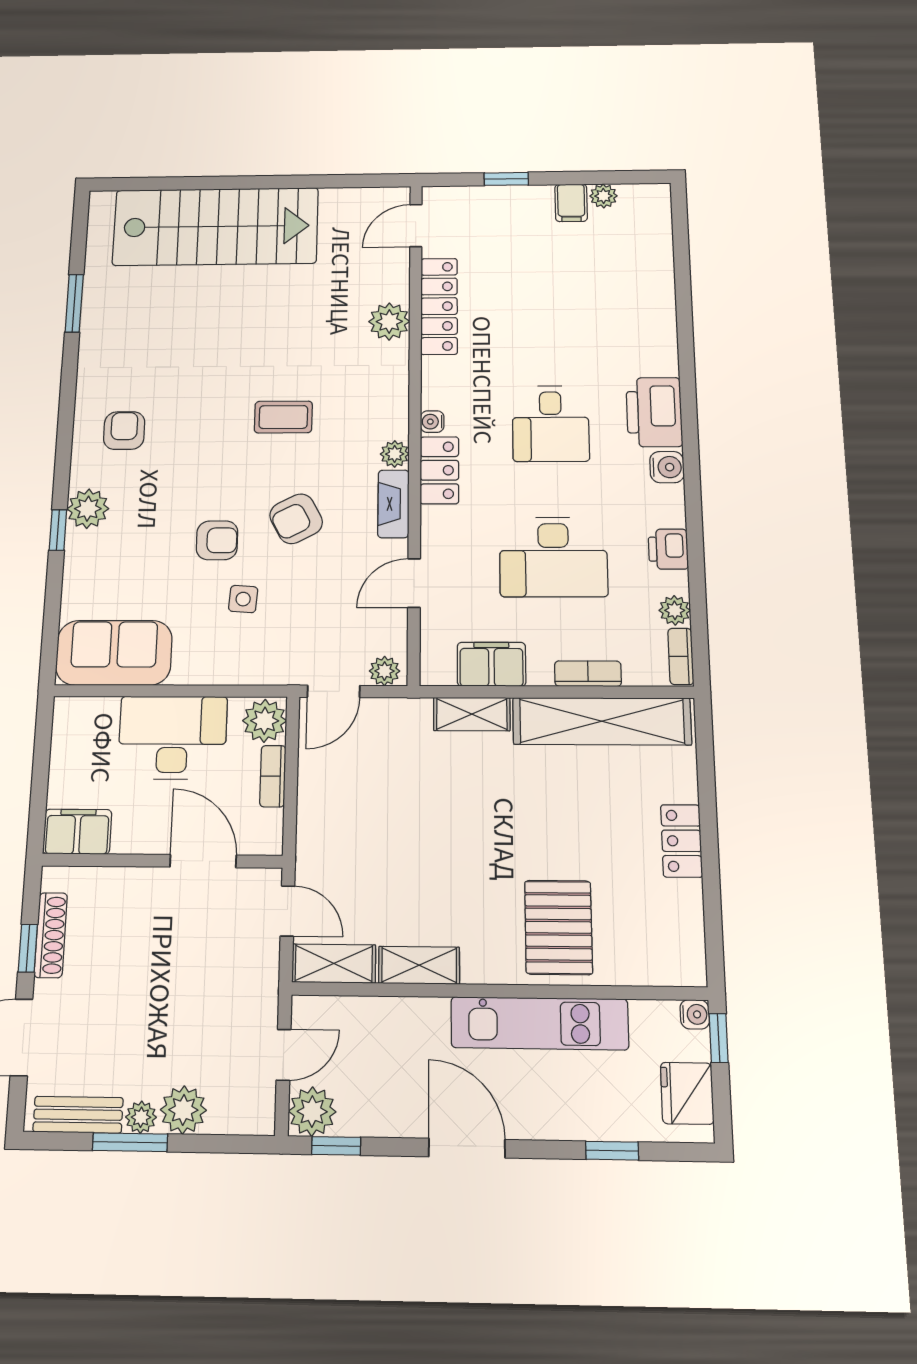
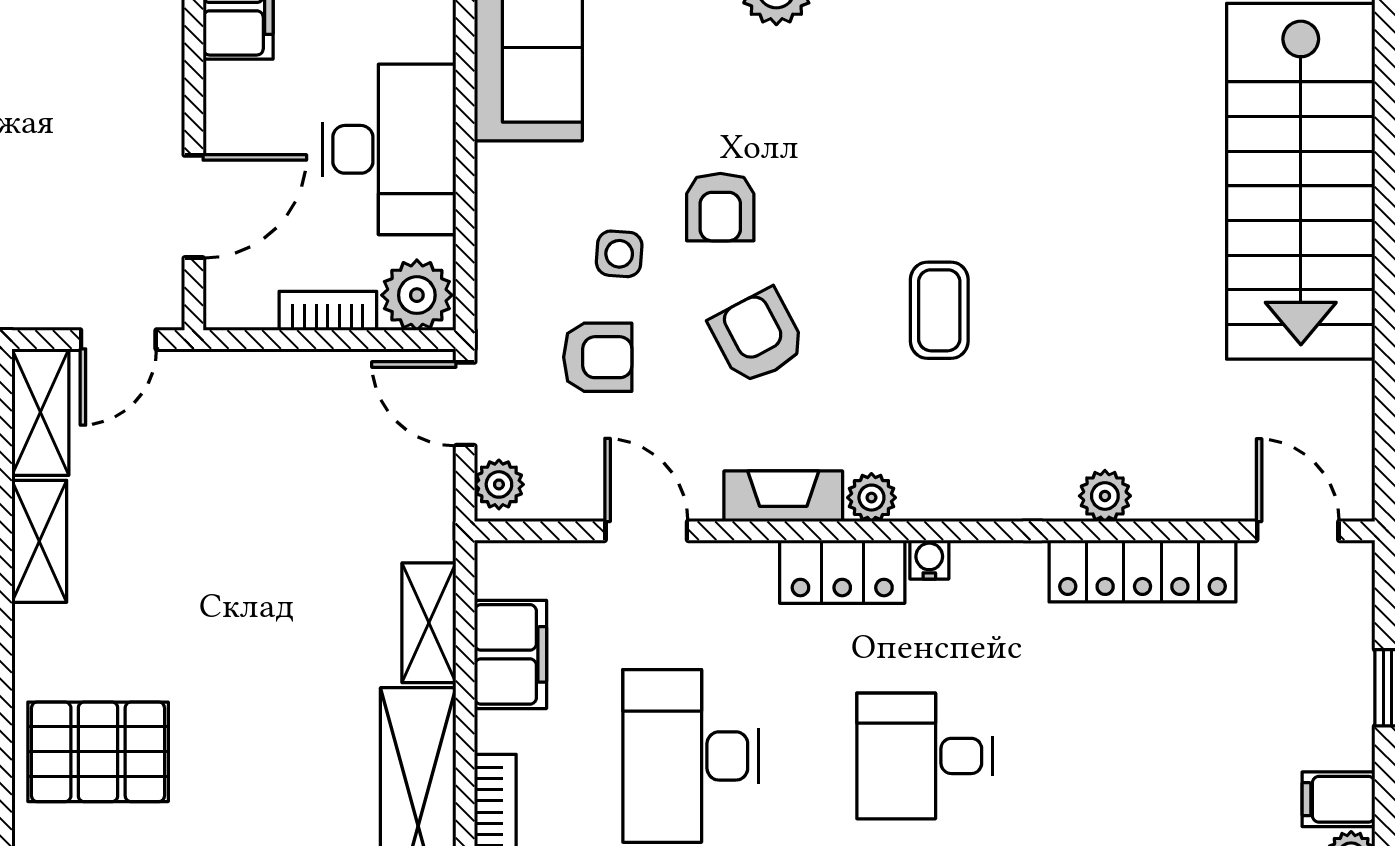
plant: (389, 321) -> (1105, 496), width x0.73, depth x0.73
armchair: (124, 431) -> (598, 357), moved

